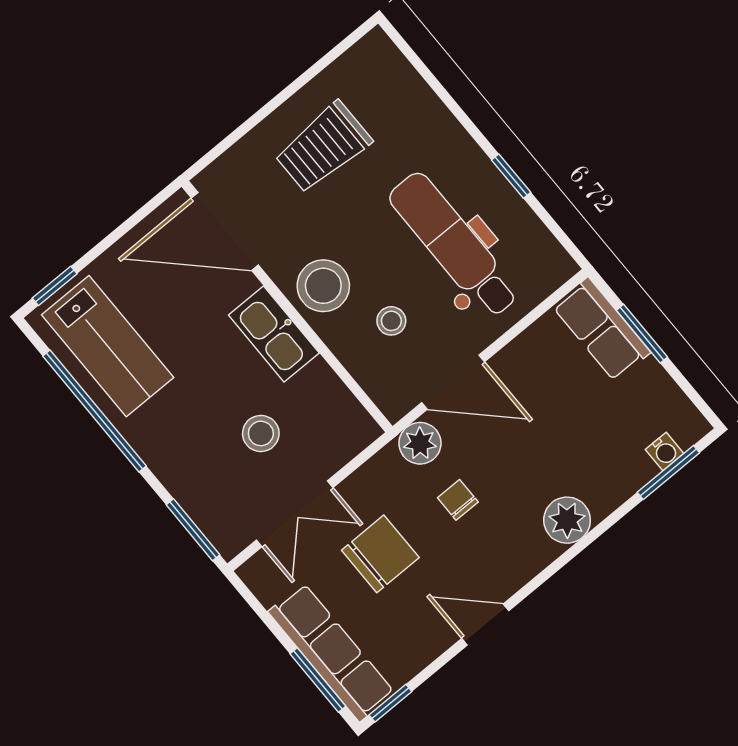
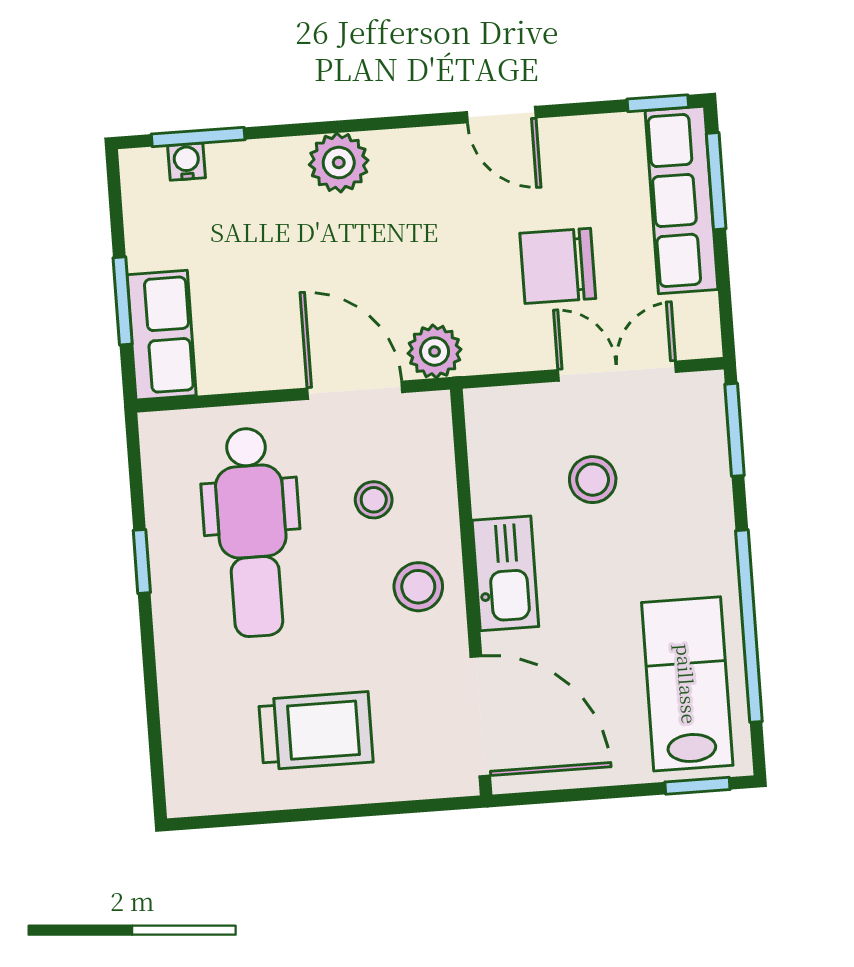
stool: (323, 286) -> (418, 587), width x0.73, depth x0.73
chair: (458, 500) -> (437, 265), removed

